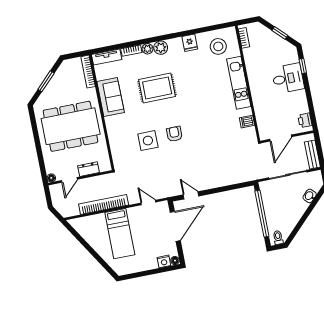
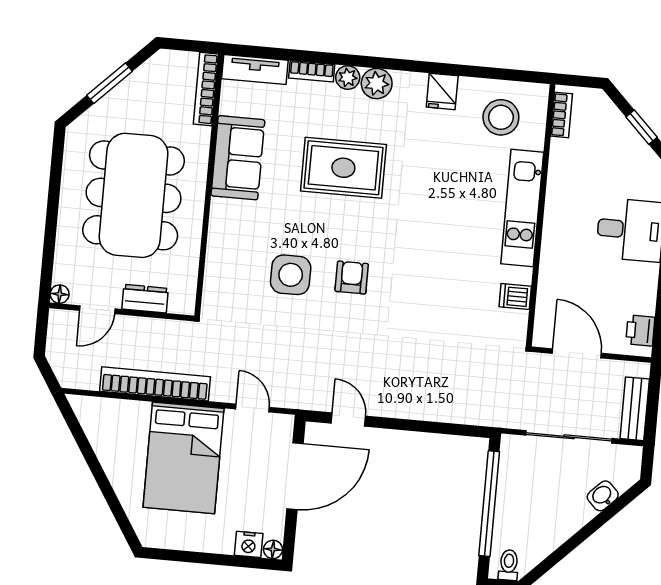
dining table: (71, 126) -> (134, 195), turned 90
door: (281, 138) -> (577, 353), swing flipped
bed: (120, 234) -> (183, 458), width x1.50

